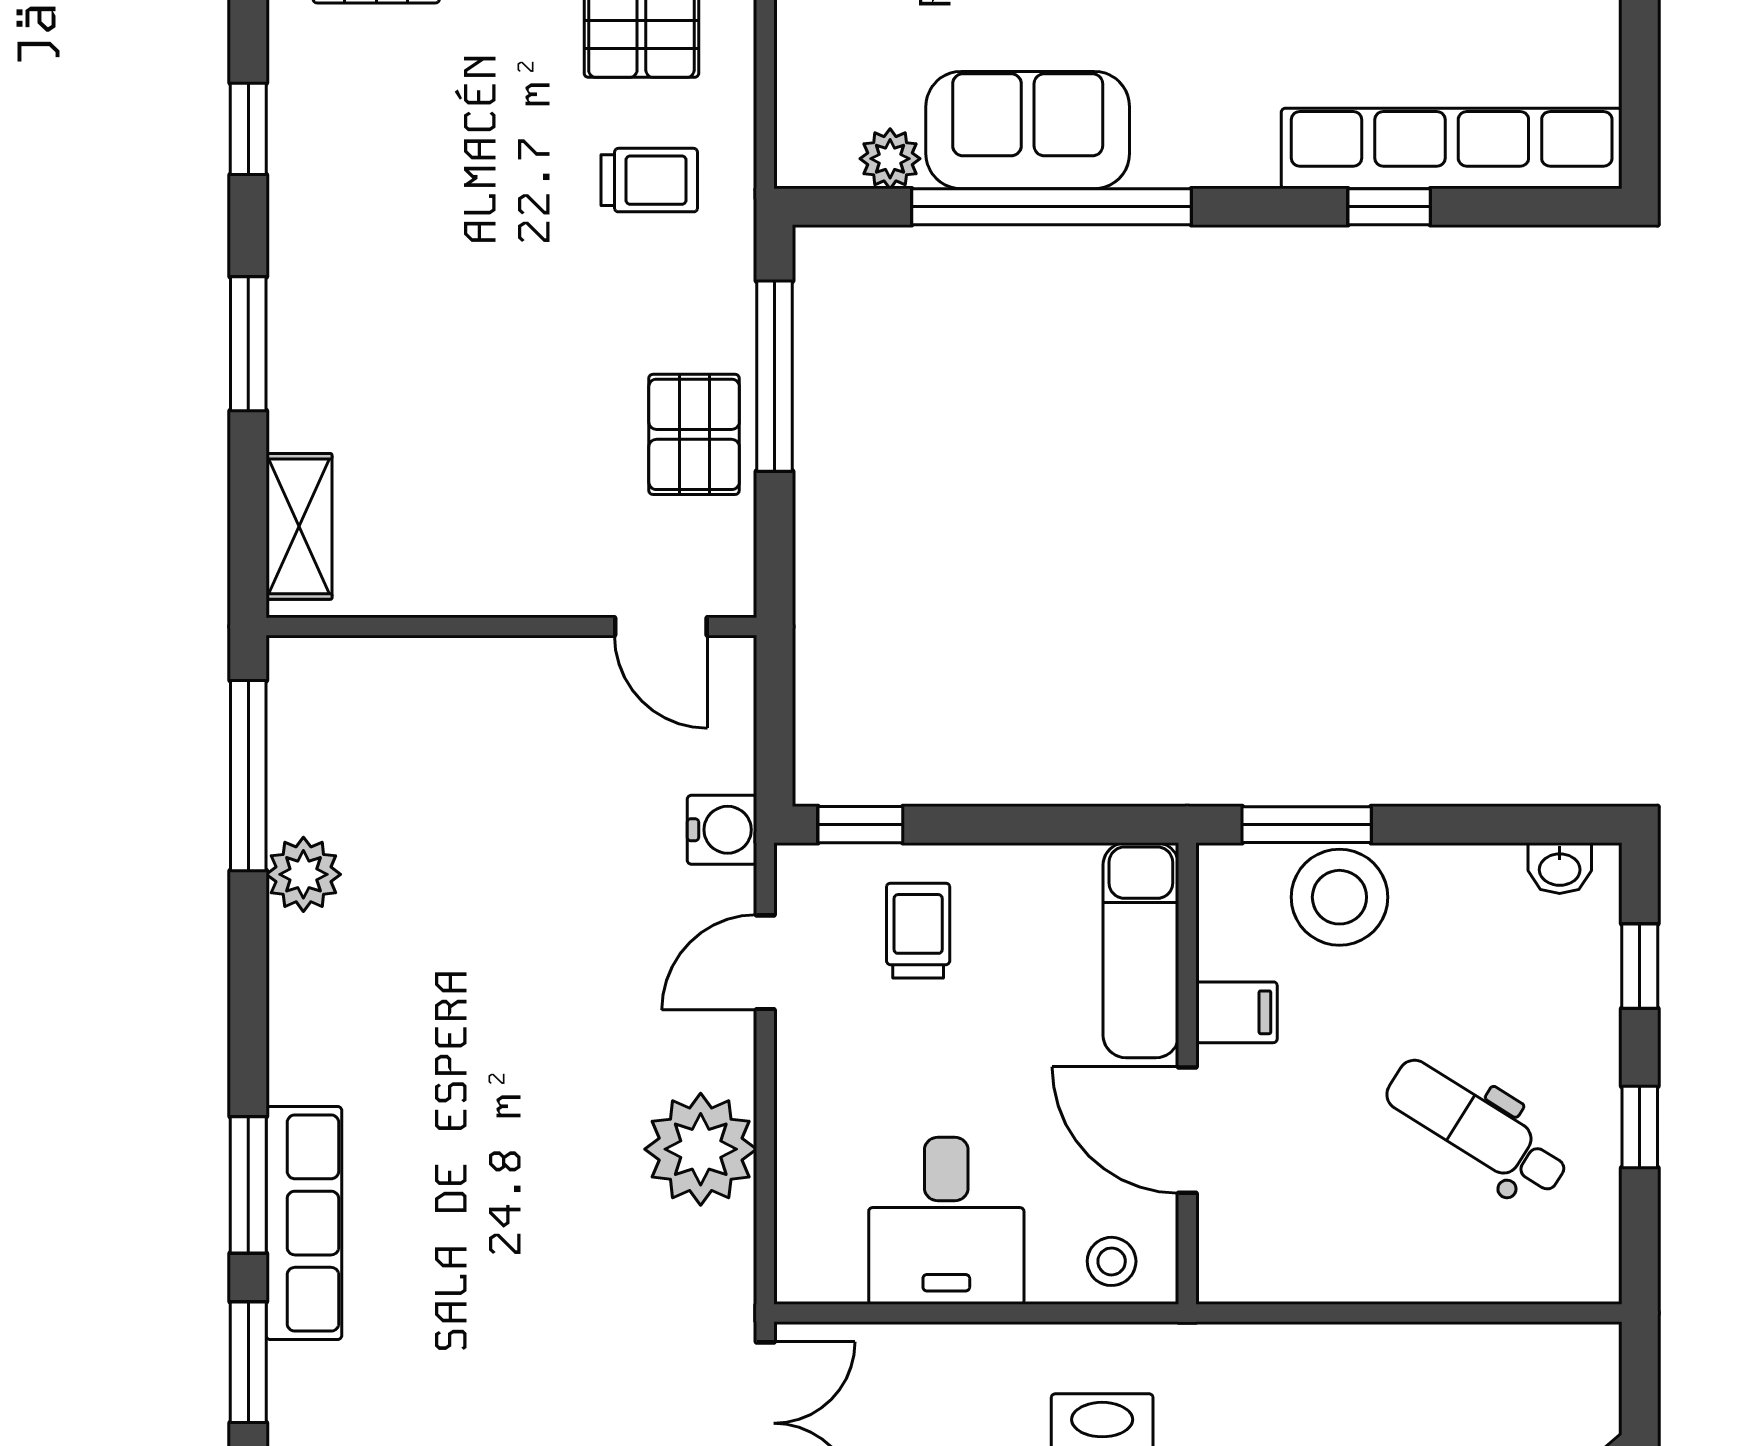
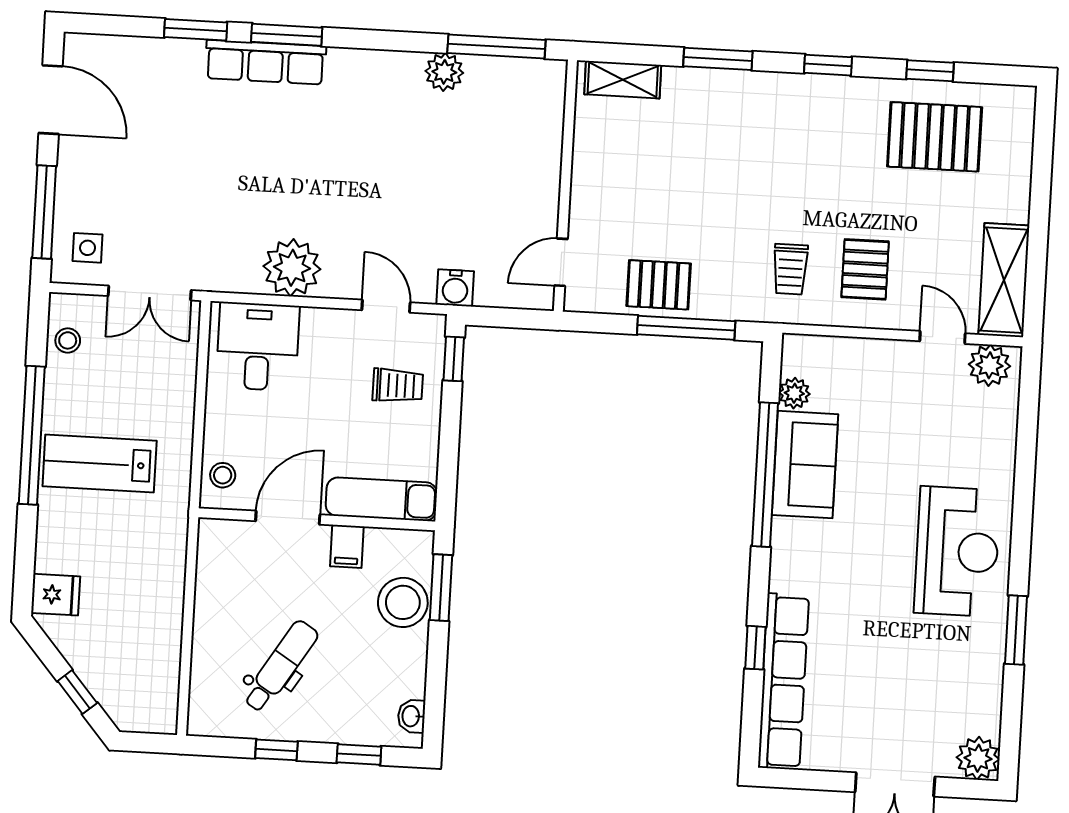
desk: (946, 1221) -> (258, 346), moved, turned 90

